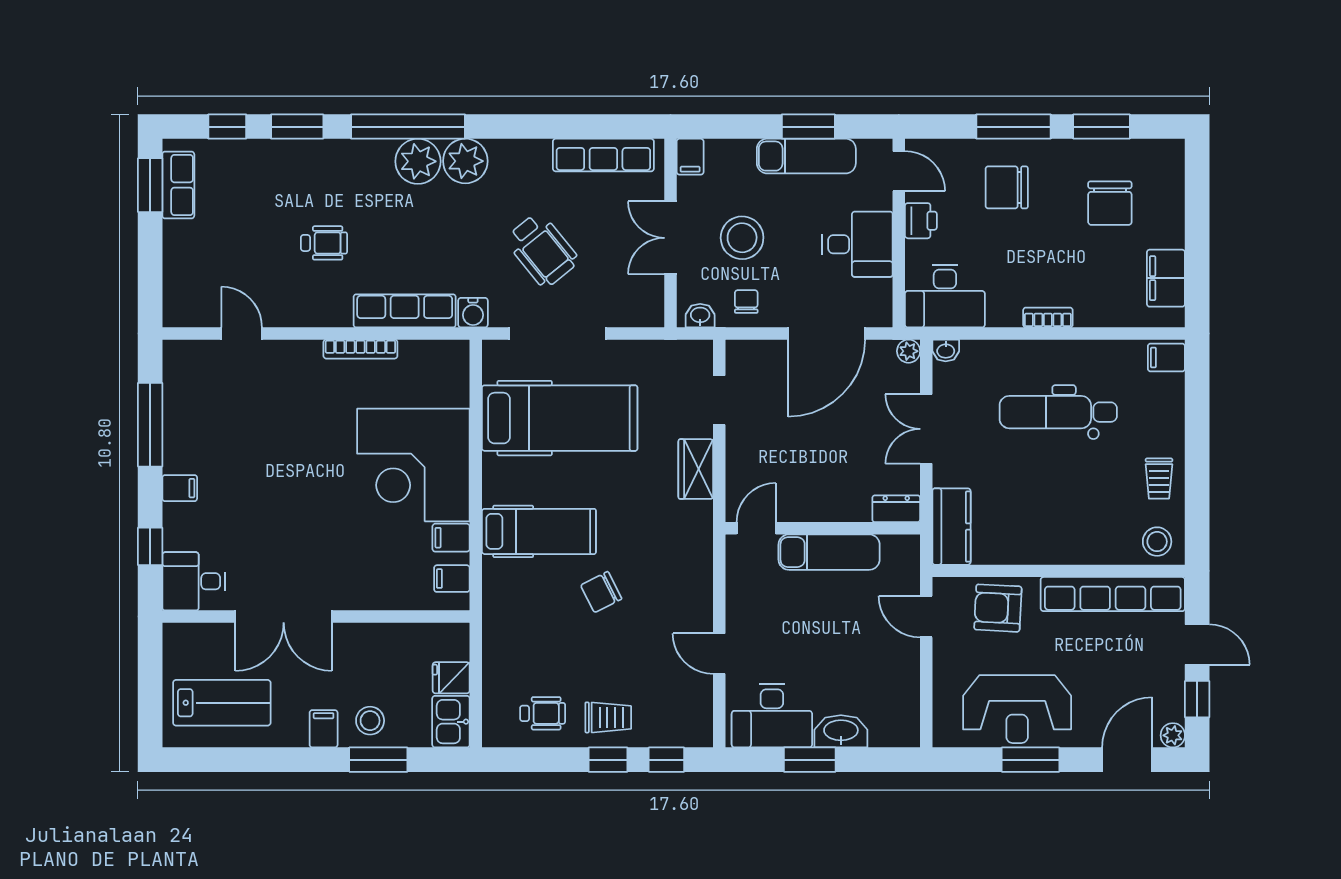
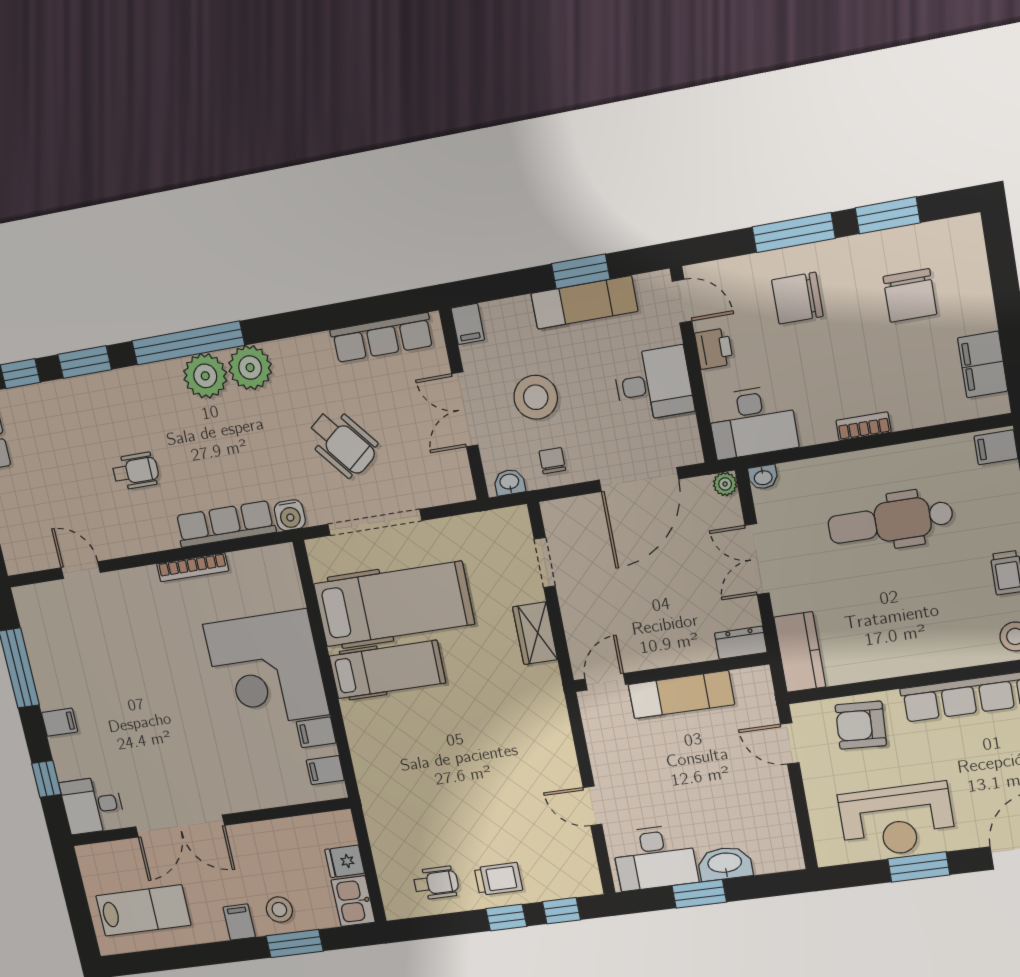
hospital bed: (539, 531) -> (387, 669), moved
chair: (601, 592) -> (468, 763), removed

